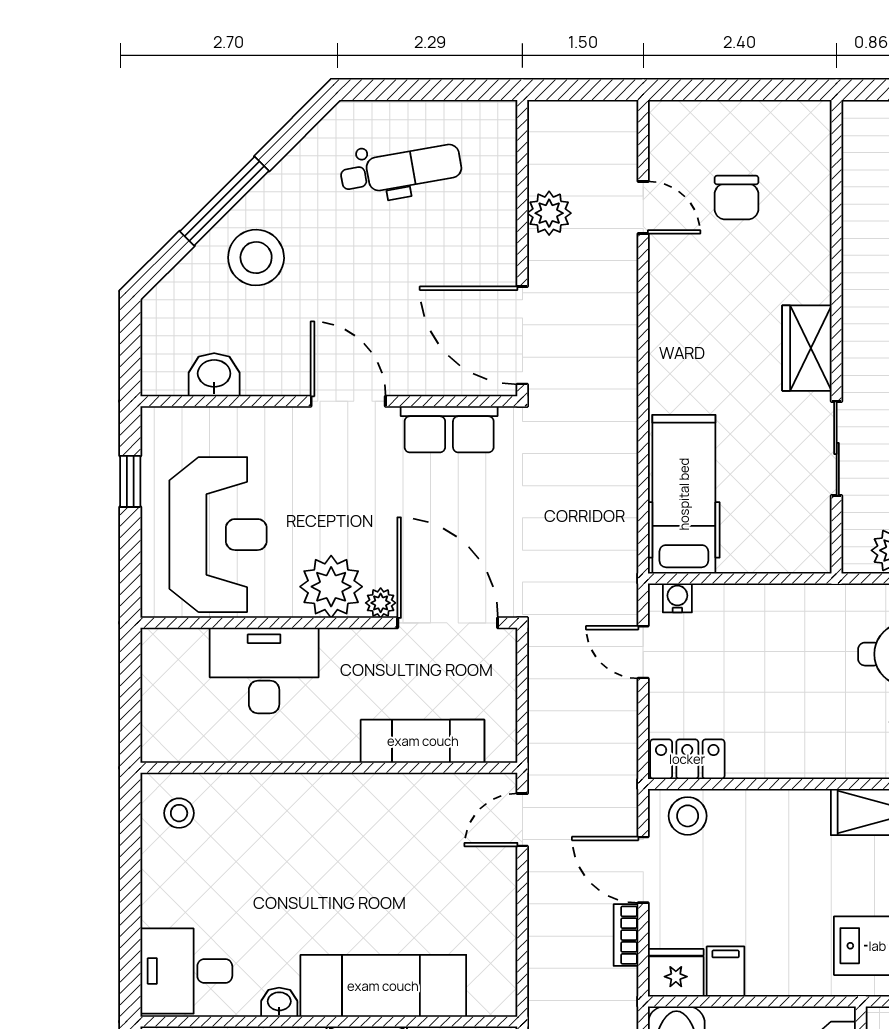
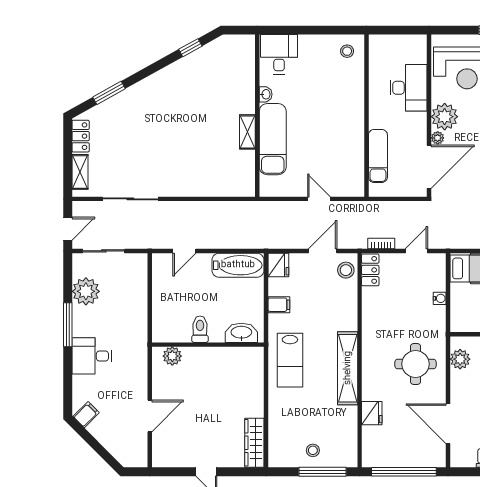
water cooler: (677, 598) -> (440, 298), moved
door: (522, 820) -> (319, 199), moved
bookcase: (626, 935) -> (381, 244), moved
filing cabinet: (726, 972) -> (279, 305), moved

